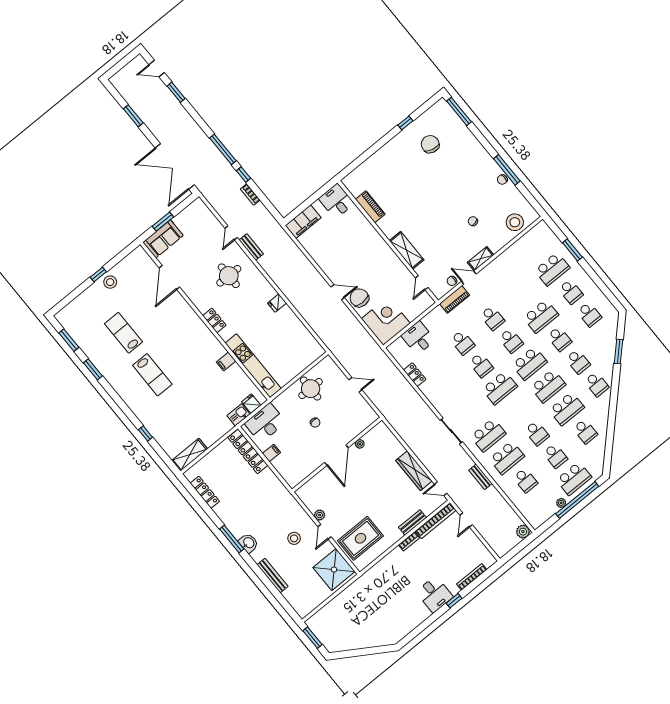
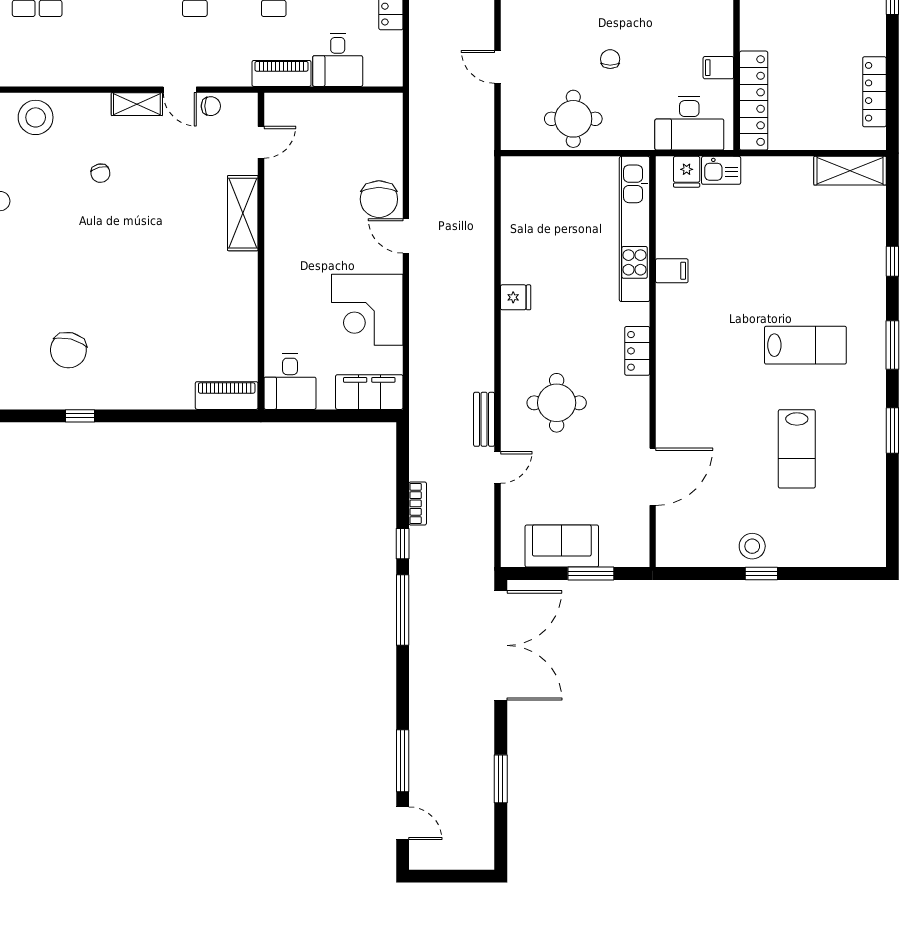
window: (176, 92) -> (403, 761), width x1.44
piano: (370, 207) -> (227, 396), moved, turned 90
sofa: (163, 239) -> (562, 546), moved
piano: (455, 299) -> (282, 73), moved
corner desk: (386, 321) -> (367, 310), moved
window: (69, 340) -> (892, 345), moved
lab bench: (152, 375) -> (805, 345), turned 90

